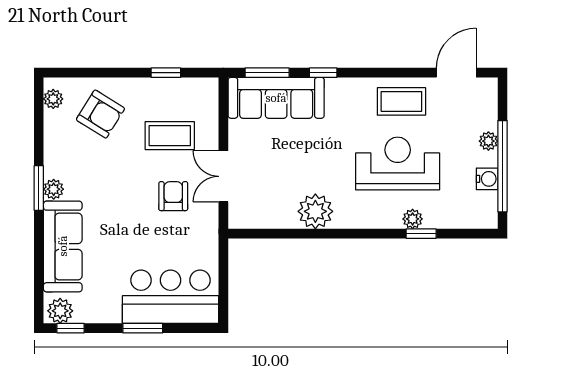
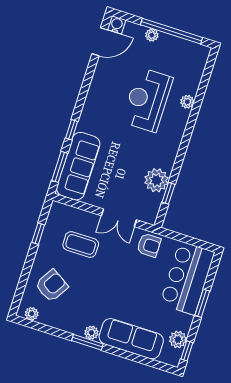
door: (456, 73) -> (100, 42), swing flipped
coffee table: (401, 101) -> (107, 84), removed
coffee table: (170, 136) -> (81, 244), turned 90
water cooler: (487, 179) -> (117, 25), moved
armchair: (173, 196) -> (149, 245), moved, turned 180
plant: (315, 211) -> (156, 180), moved
window: (421, 234) -> (168, 193), moved
plant: (60, 311) -> (178, 339), moved

